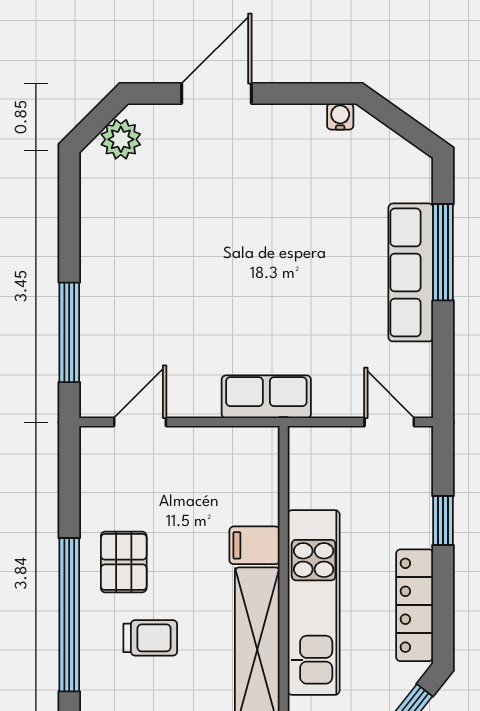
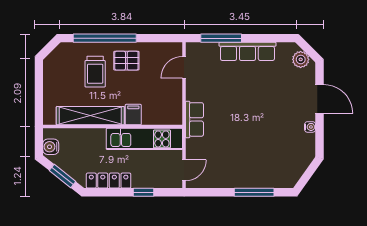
water cooler: (340, 117) -> (310, 127), moved
row of seats: (411, 272) -> (247, 51), moved, turned 180
door: (140, 422) -> (184, 67), swing flipped
kitchen unit: (314, 602) -> (144, 139), moved
trolley: (150, 638) -> (95, 72), width x1.36, depth x1.39

